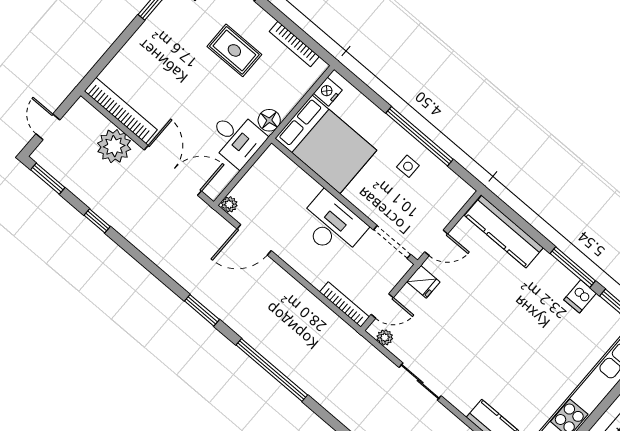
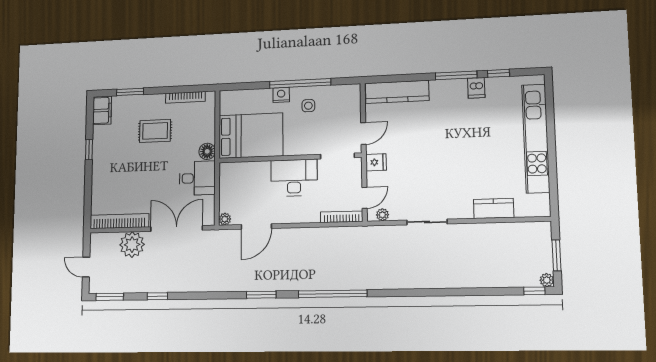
nightstand: (328, 92) -> (281, 95), moved, turned 90

